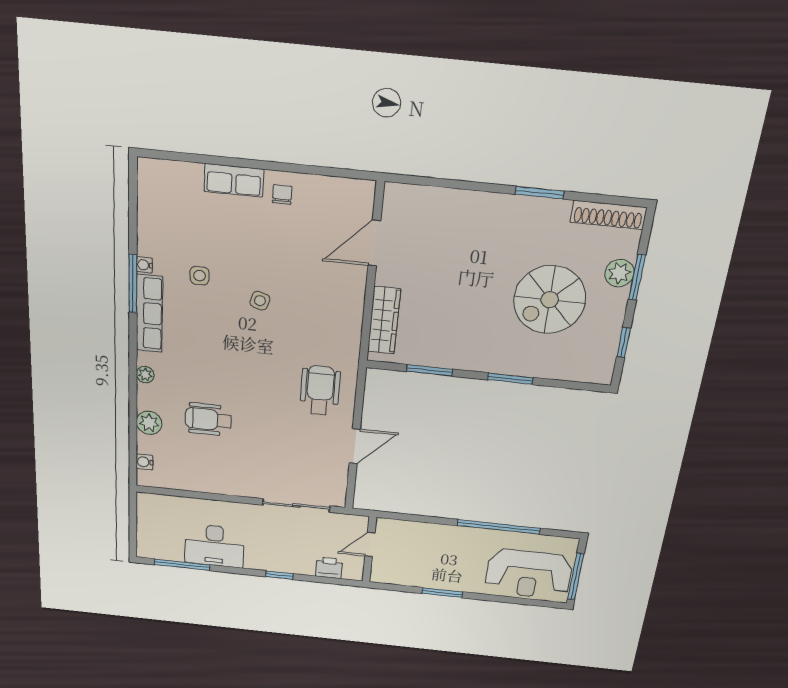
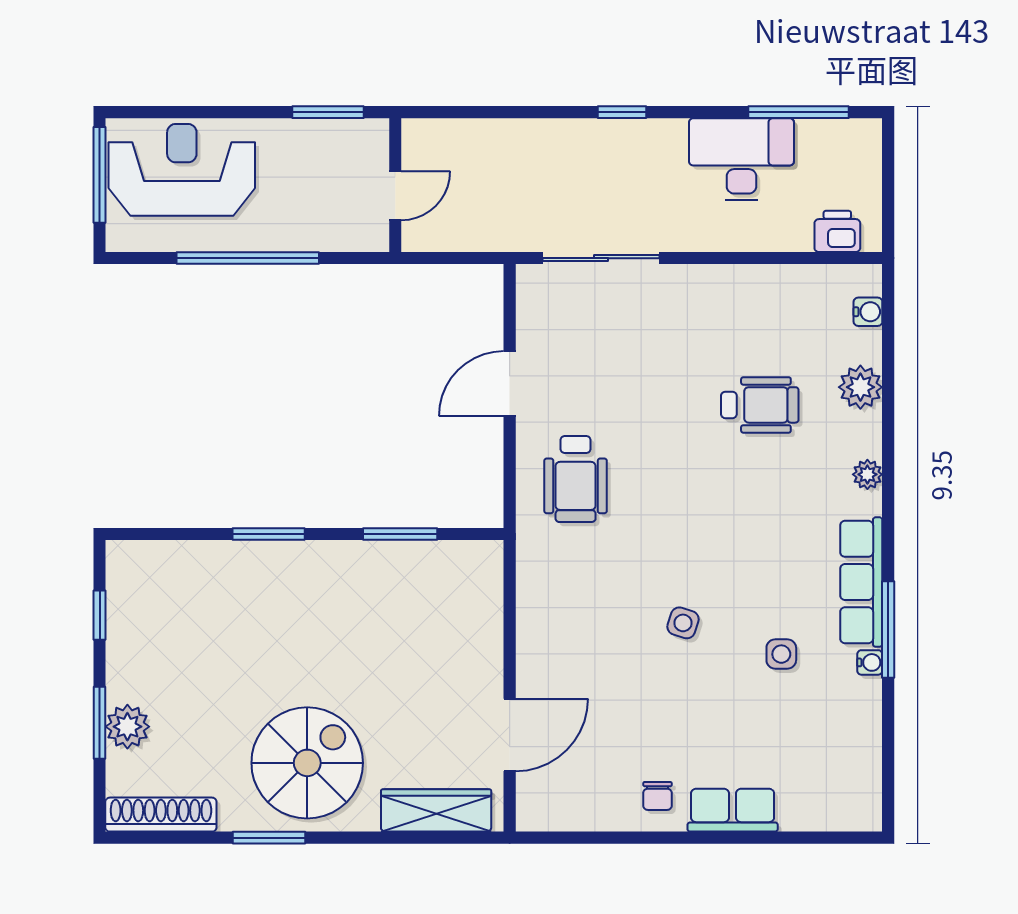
spiral stairs: (550, 300) -> (307, 763), moved
wardrobe: (384, 320) -> (436, 810), moved, turned 90
door: (370, 544) -> (395, 196), moved
wall: (369, 550) -> (395, 185), moved
printer: (329, 568) -> (837, 231), moved, turned 180

